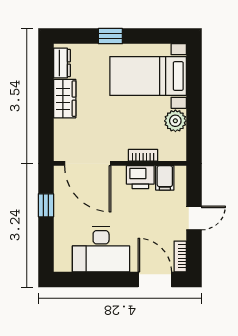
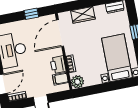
wardrobe: (65, 99) -> (83, 15), moved
plant: (175, 121) -> (77, 82), moved

